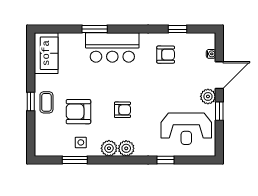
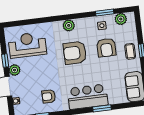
armchair: (122, 110) -> (75, 53), width x1.88, depth x1.88
armchair: (78, 112) -> (106, 48), turned 90
plant: (109, 148) -> (121, 19), moved
window: (166, 160) -> (39, 21), removed

